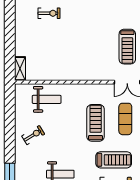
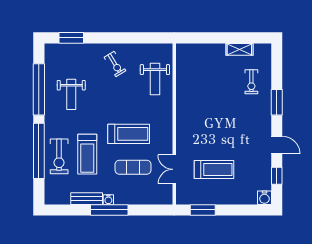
treadmill: (127, 47) -> (214, 169), turned 180
shelving: (20, 69) -> (239, 49), moved

